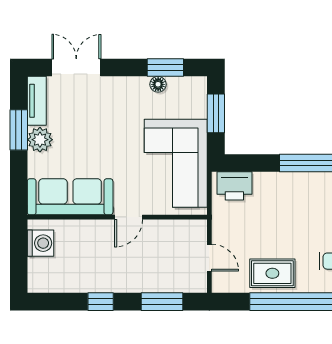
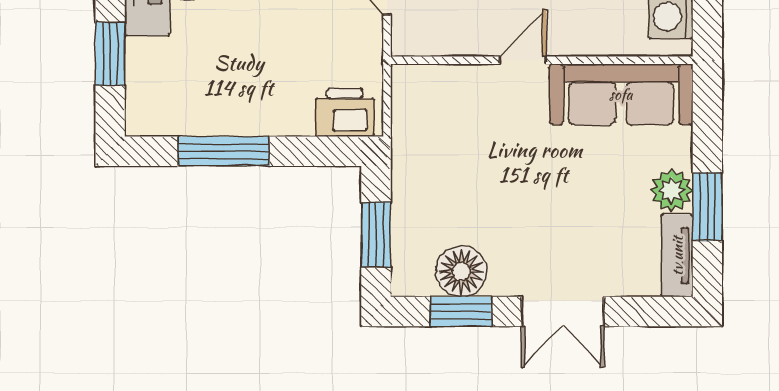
double door: (76, 68) -> (563, 311), moved
floor lamp: (158, 84) -> (461, 271), width x1.89, depth x1.89
corner sofa: (176, 163) -> (443, 151), removed

